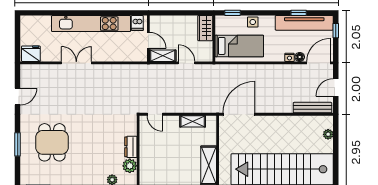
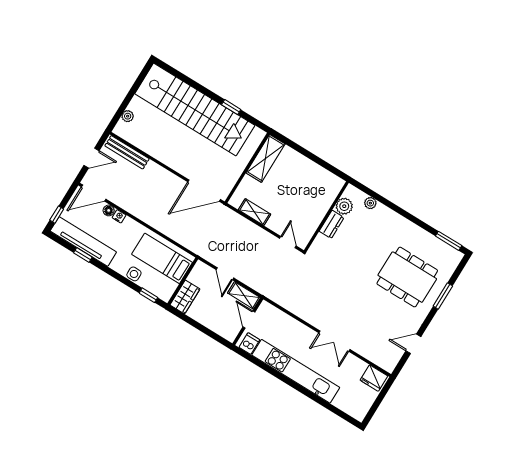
dining table: (52, 142) -> (407, 277), width x1.38

